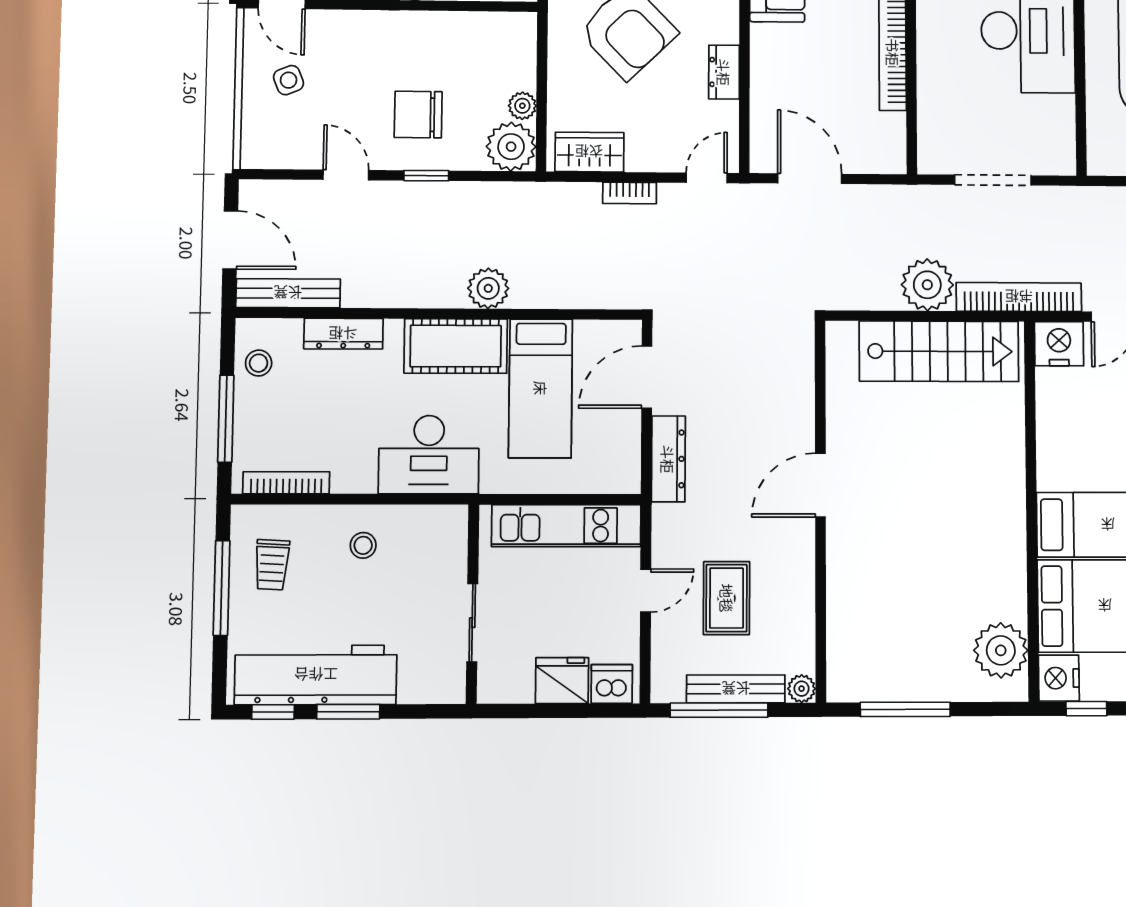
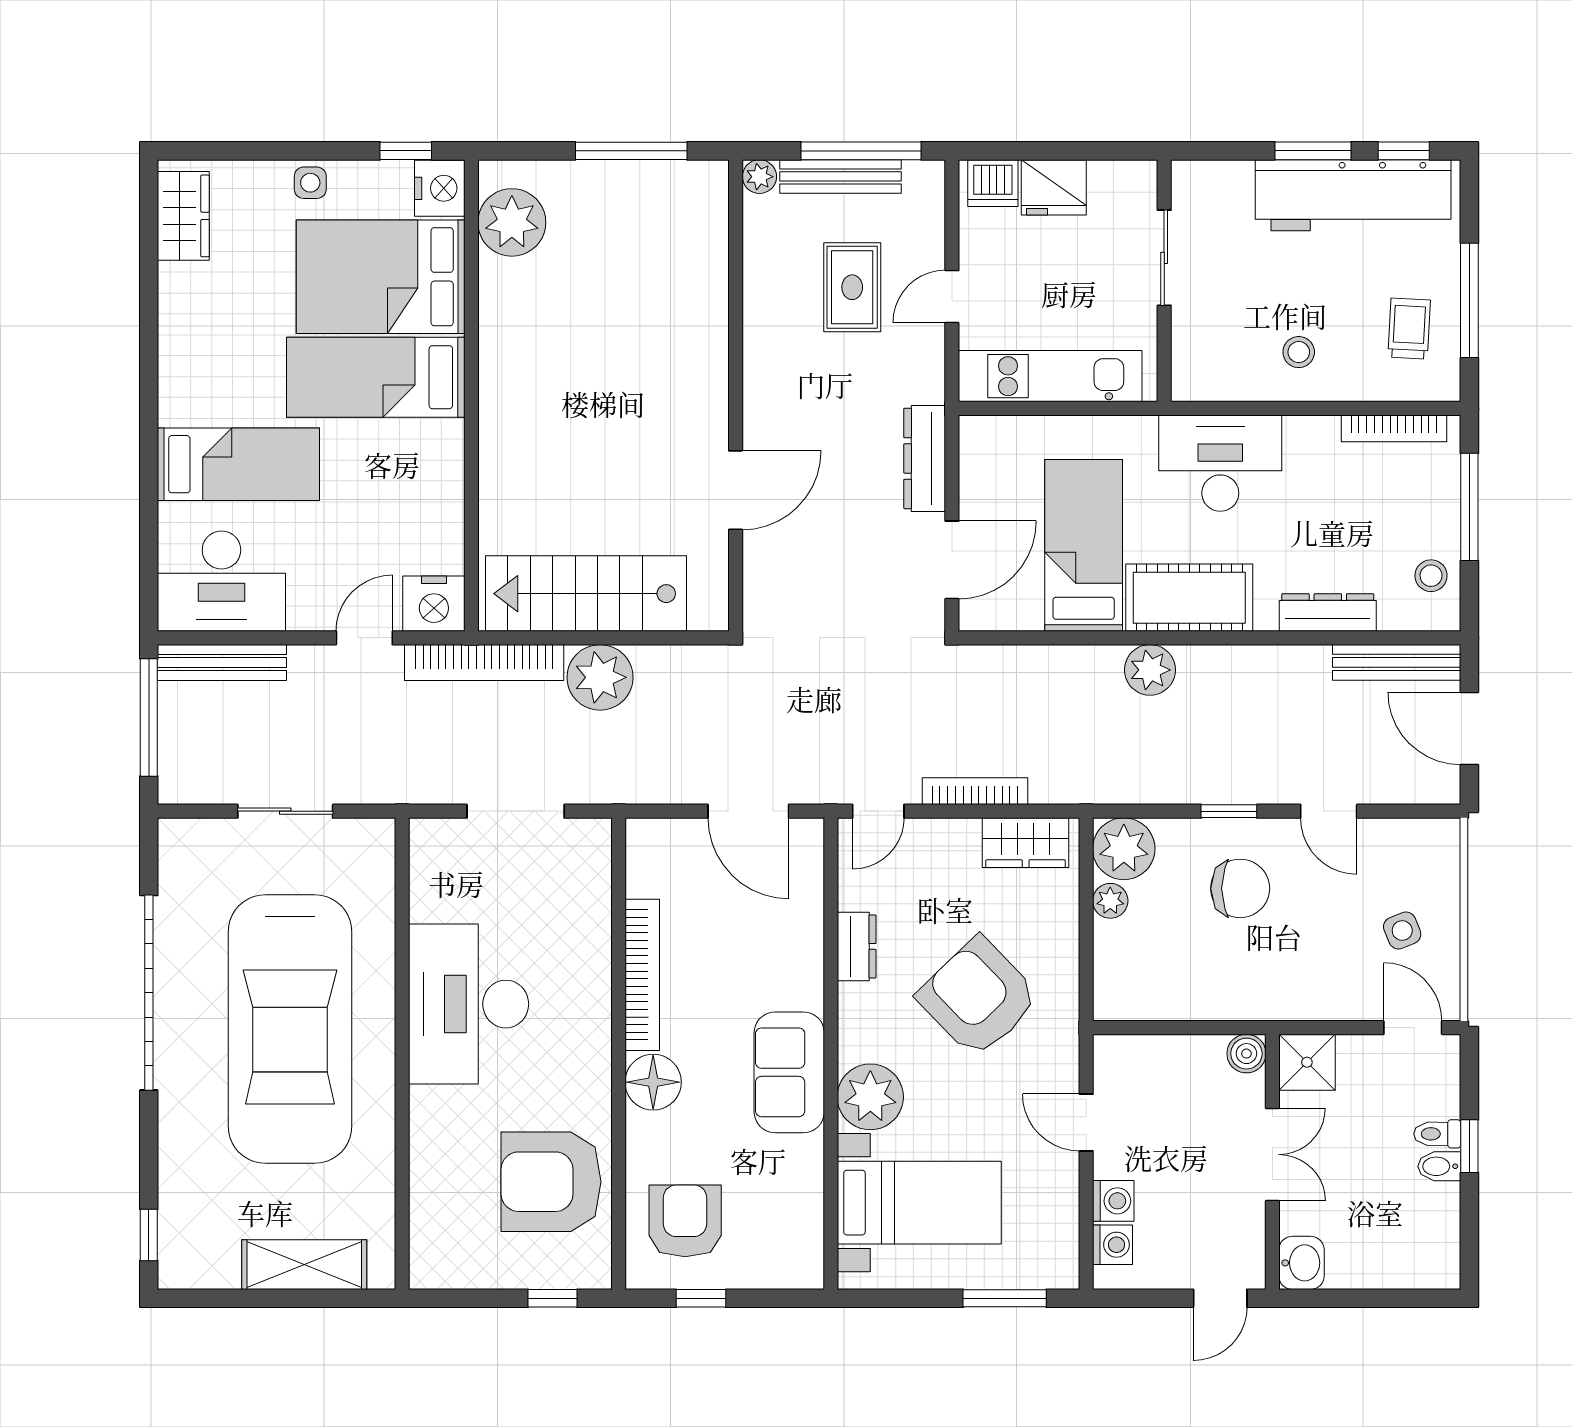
bookcase: (630, 193) -> (975, 791), width x1.56
door: (820, 485) -> (736, 490), moved

